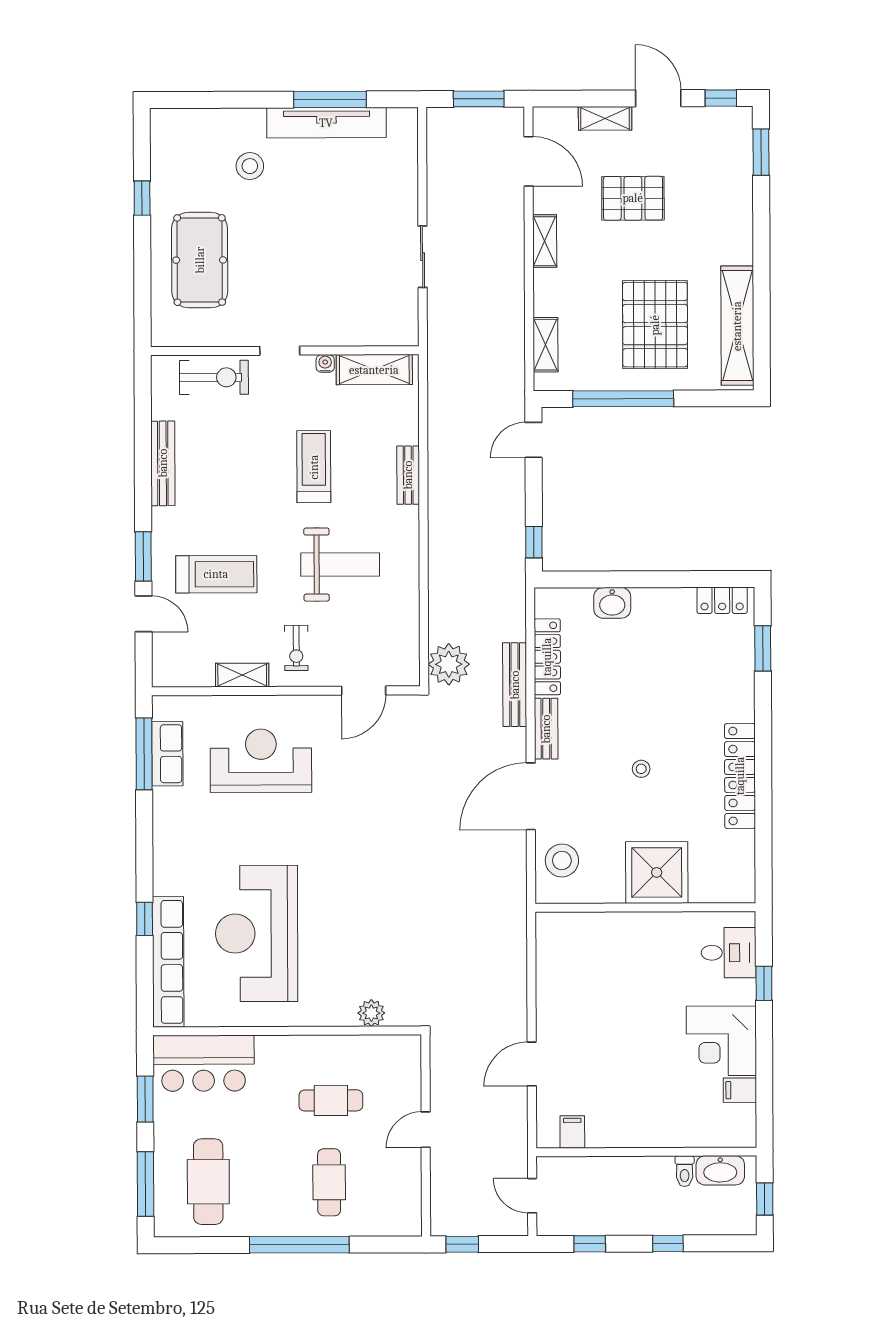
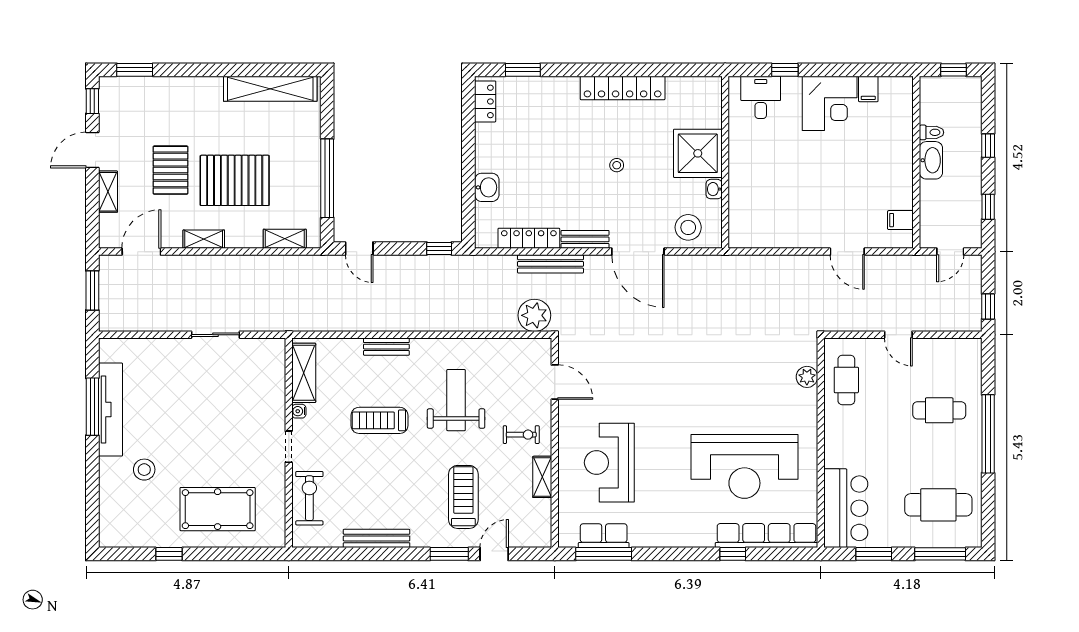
pallet: (655, 325) -> (235, 180), moved
washbasin: (611, 893) -> (714, 189), added
cafe table: (331, 1100) -> (846, 380), moved
washbasin: (720, 1170) -> (931, 160), moved

